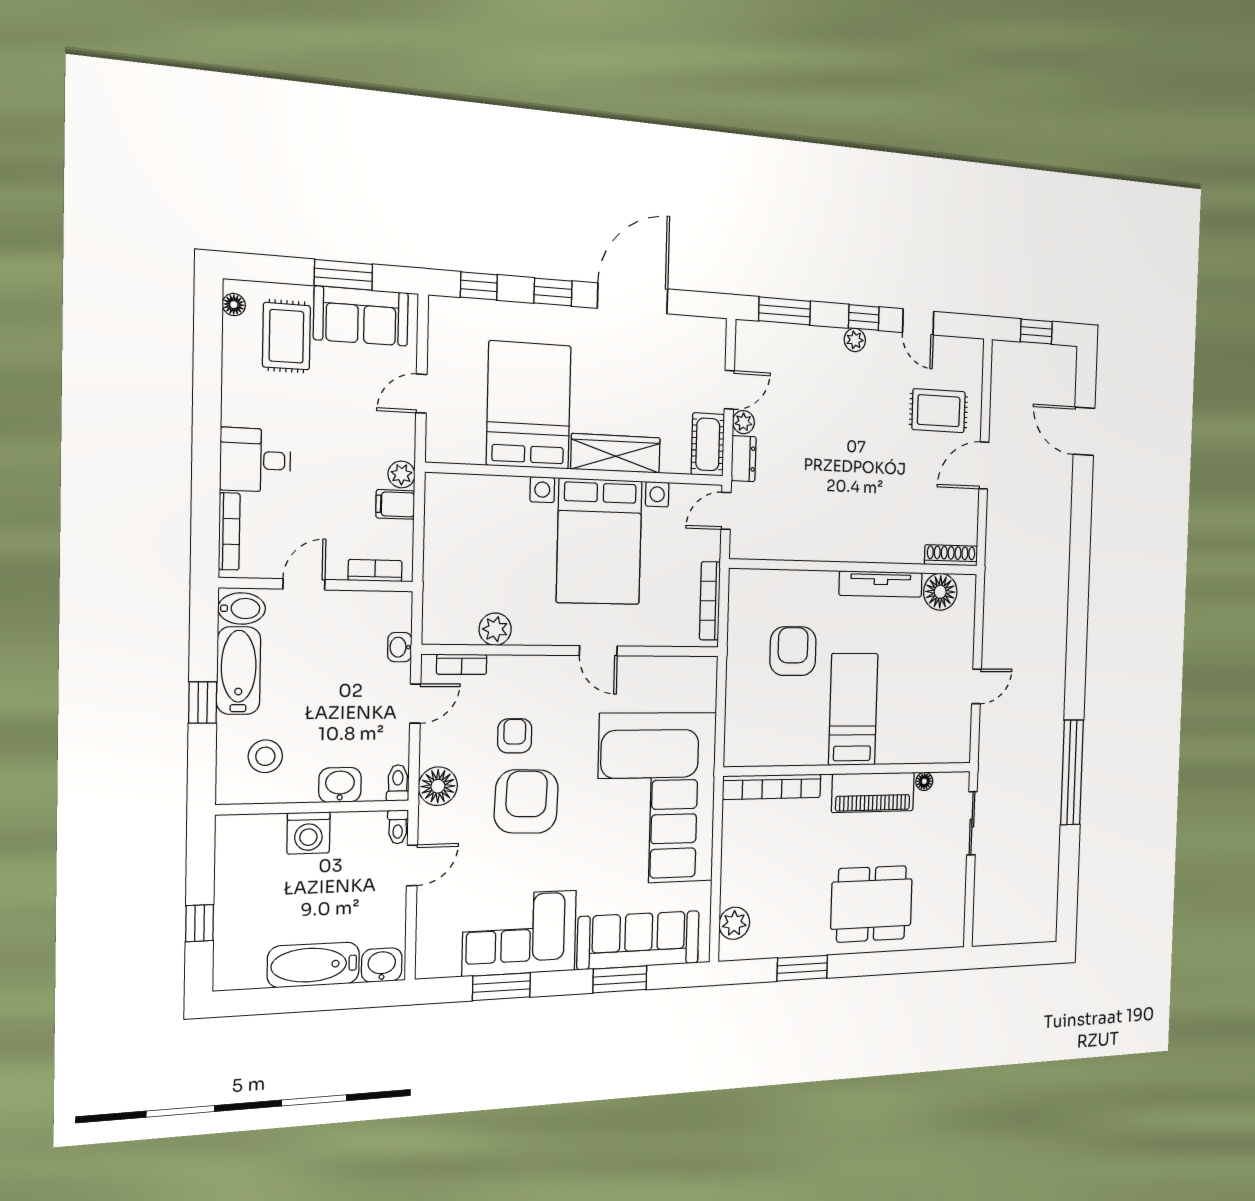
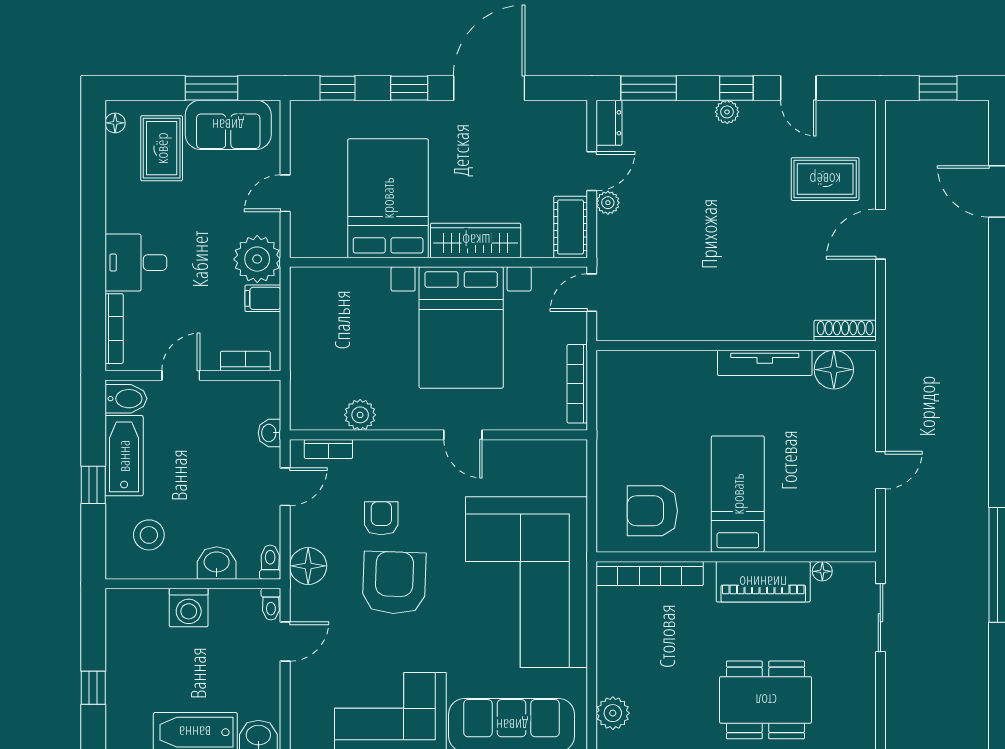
dresser: (744, 459) -> (609, 123), moved
plant: (402, 474) -> (257, 259), width x1.88, depth x1.88
armchair: (793, 651) -> (652, 511), moved, turned -90

